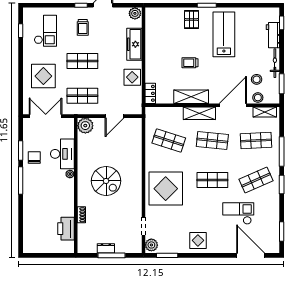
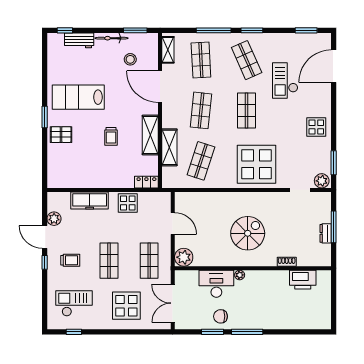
plant: (135, 13) -> (54, 219), moved
stool: (258, 98) -> (151, 58), removed
shelving: (199, 113) -> (169, 147), moved

